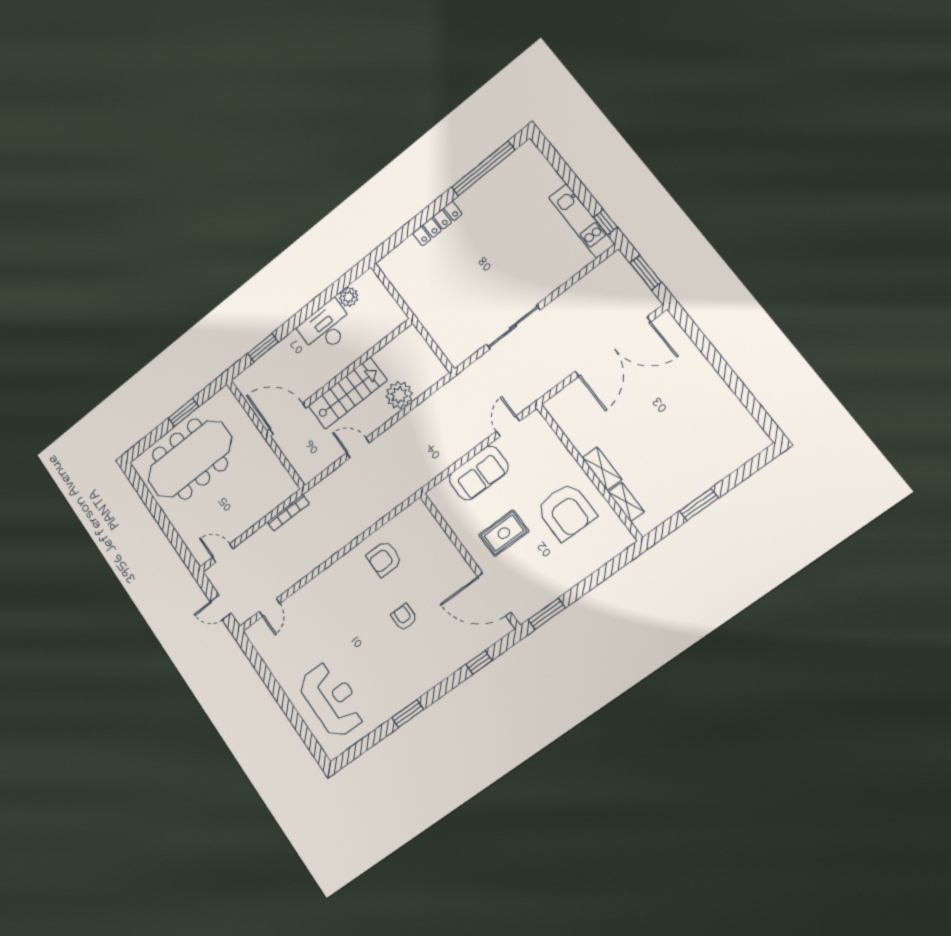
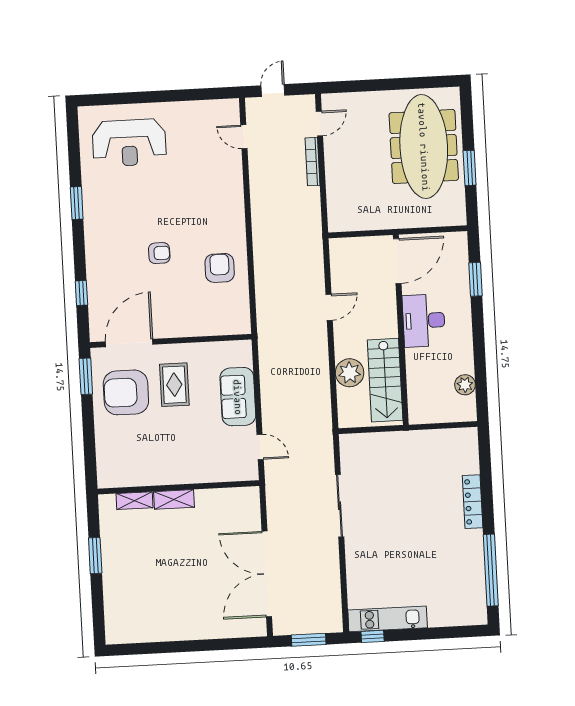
desk: (326, 327) -> (424, 321), moved, turned 180
stairs: (348, 393) -> (385, 380), moved
armchair: (566, 511) -> (126, 392), moved
bookcase: (288, 513) -> (312, 162), moved

